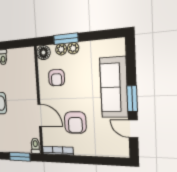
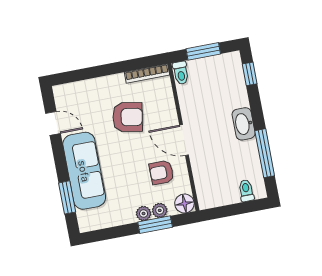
armchair: (57, 78) -> (161, 172), turned -90
window: (132, 99) -> (67, 197), moved
door: (40, 115) -> (184, 140), moved
armchair: (75, 122) -> (128, 117), turned 100

